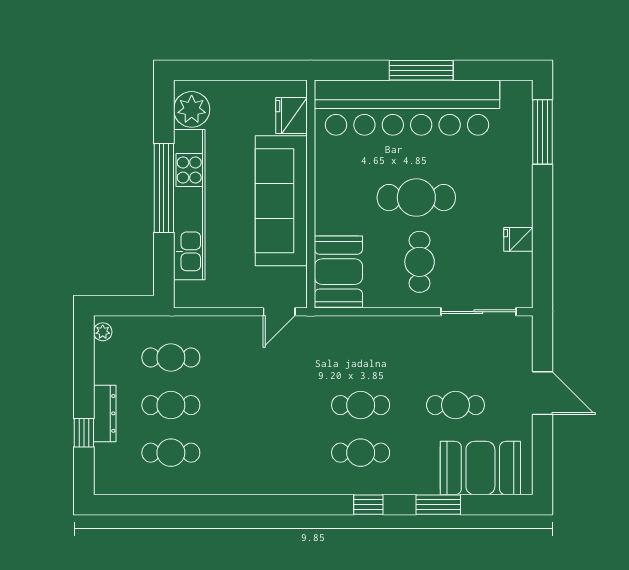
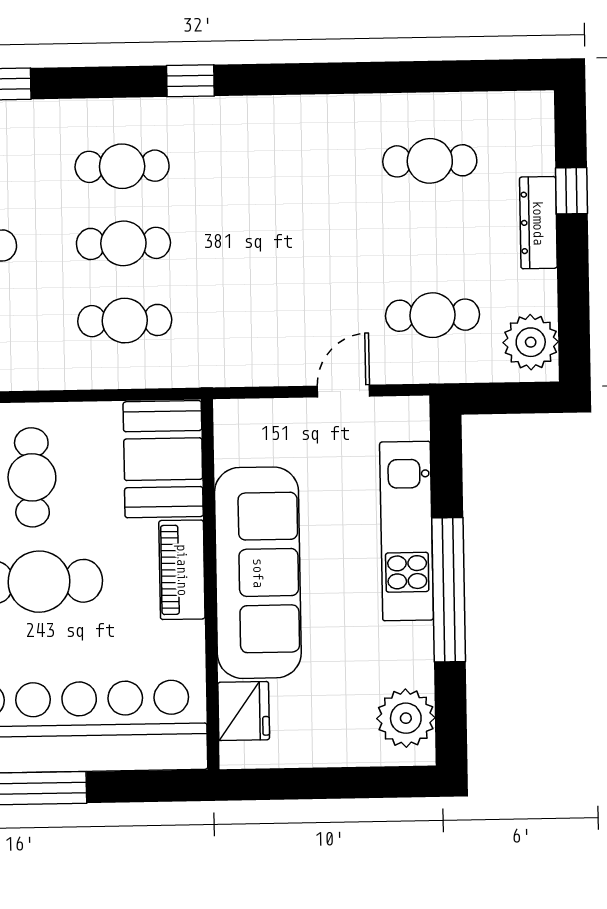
piano: (328, 203) -> (182, 570), added
kitchen unit: (189, 205) -> (407, 531), width x0.73
door: (279, 312) -> (343, 391), moved
plant: (103, 332) -> (531, 342), width x1.88, depth x1.88
cafe table: (171, 405) -> (125, 321), moved
window: (368, 505) -> (190, 81), moved

